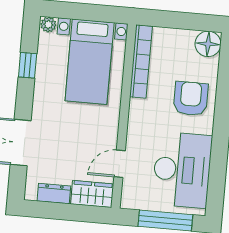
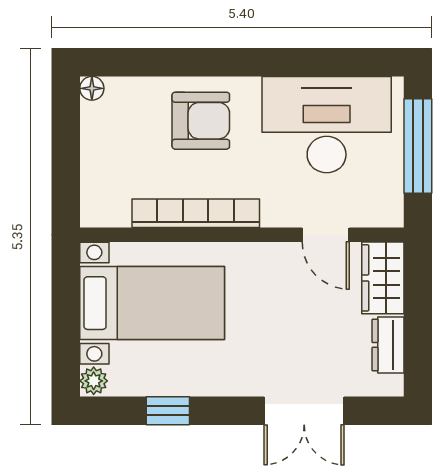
floor lamp: (208, 44) -> (92, 88), width x0.53, depth x0.53
bookcase: (141, 62) -> (196, 213), moved
armchair: (191, 99) -> (201, 121), turned 180

